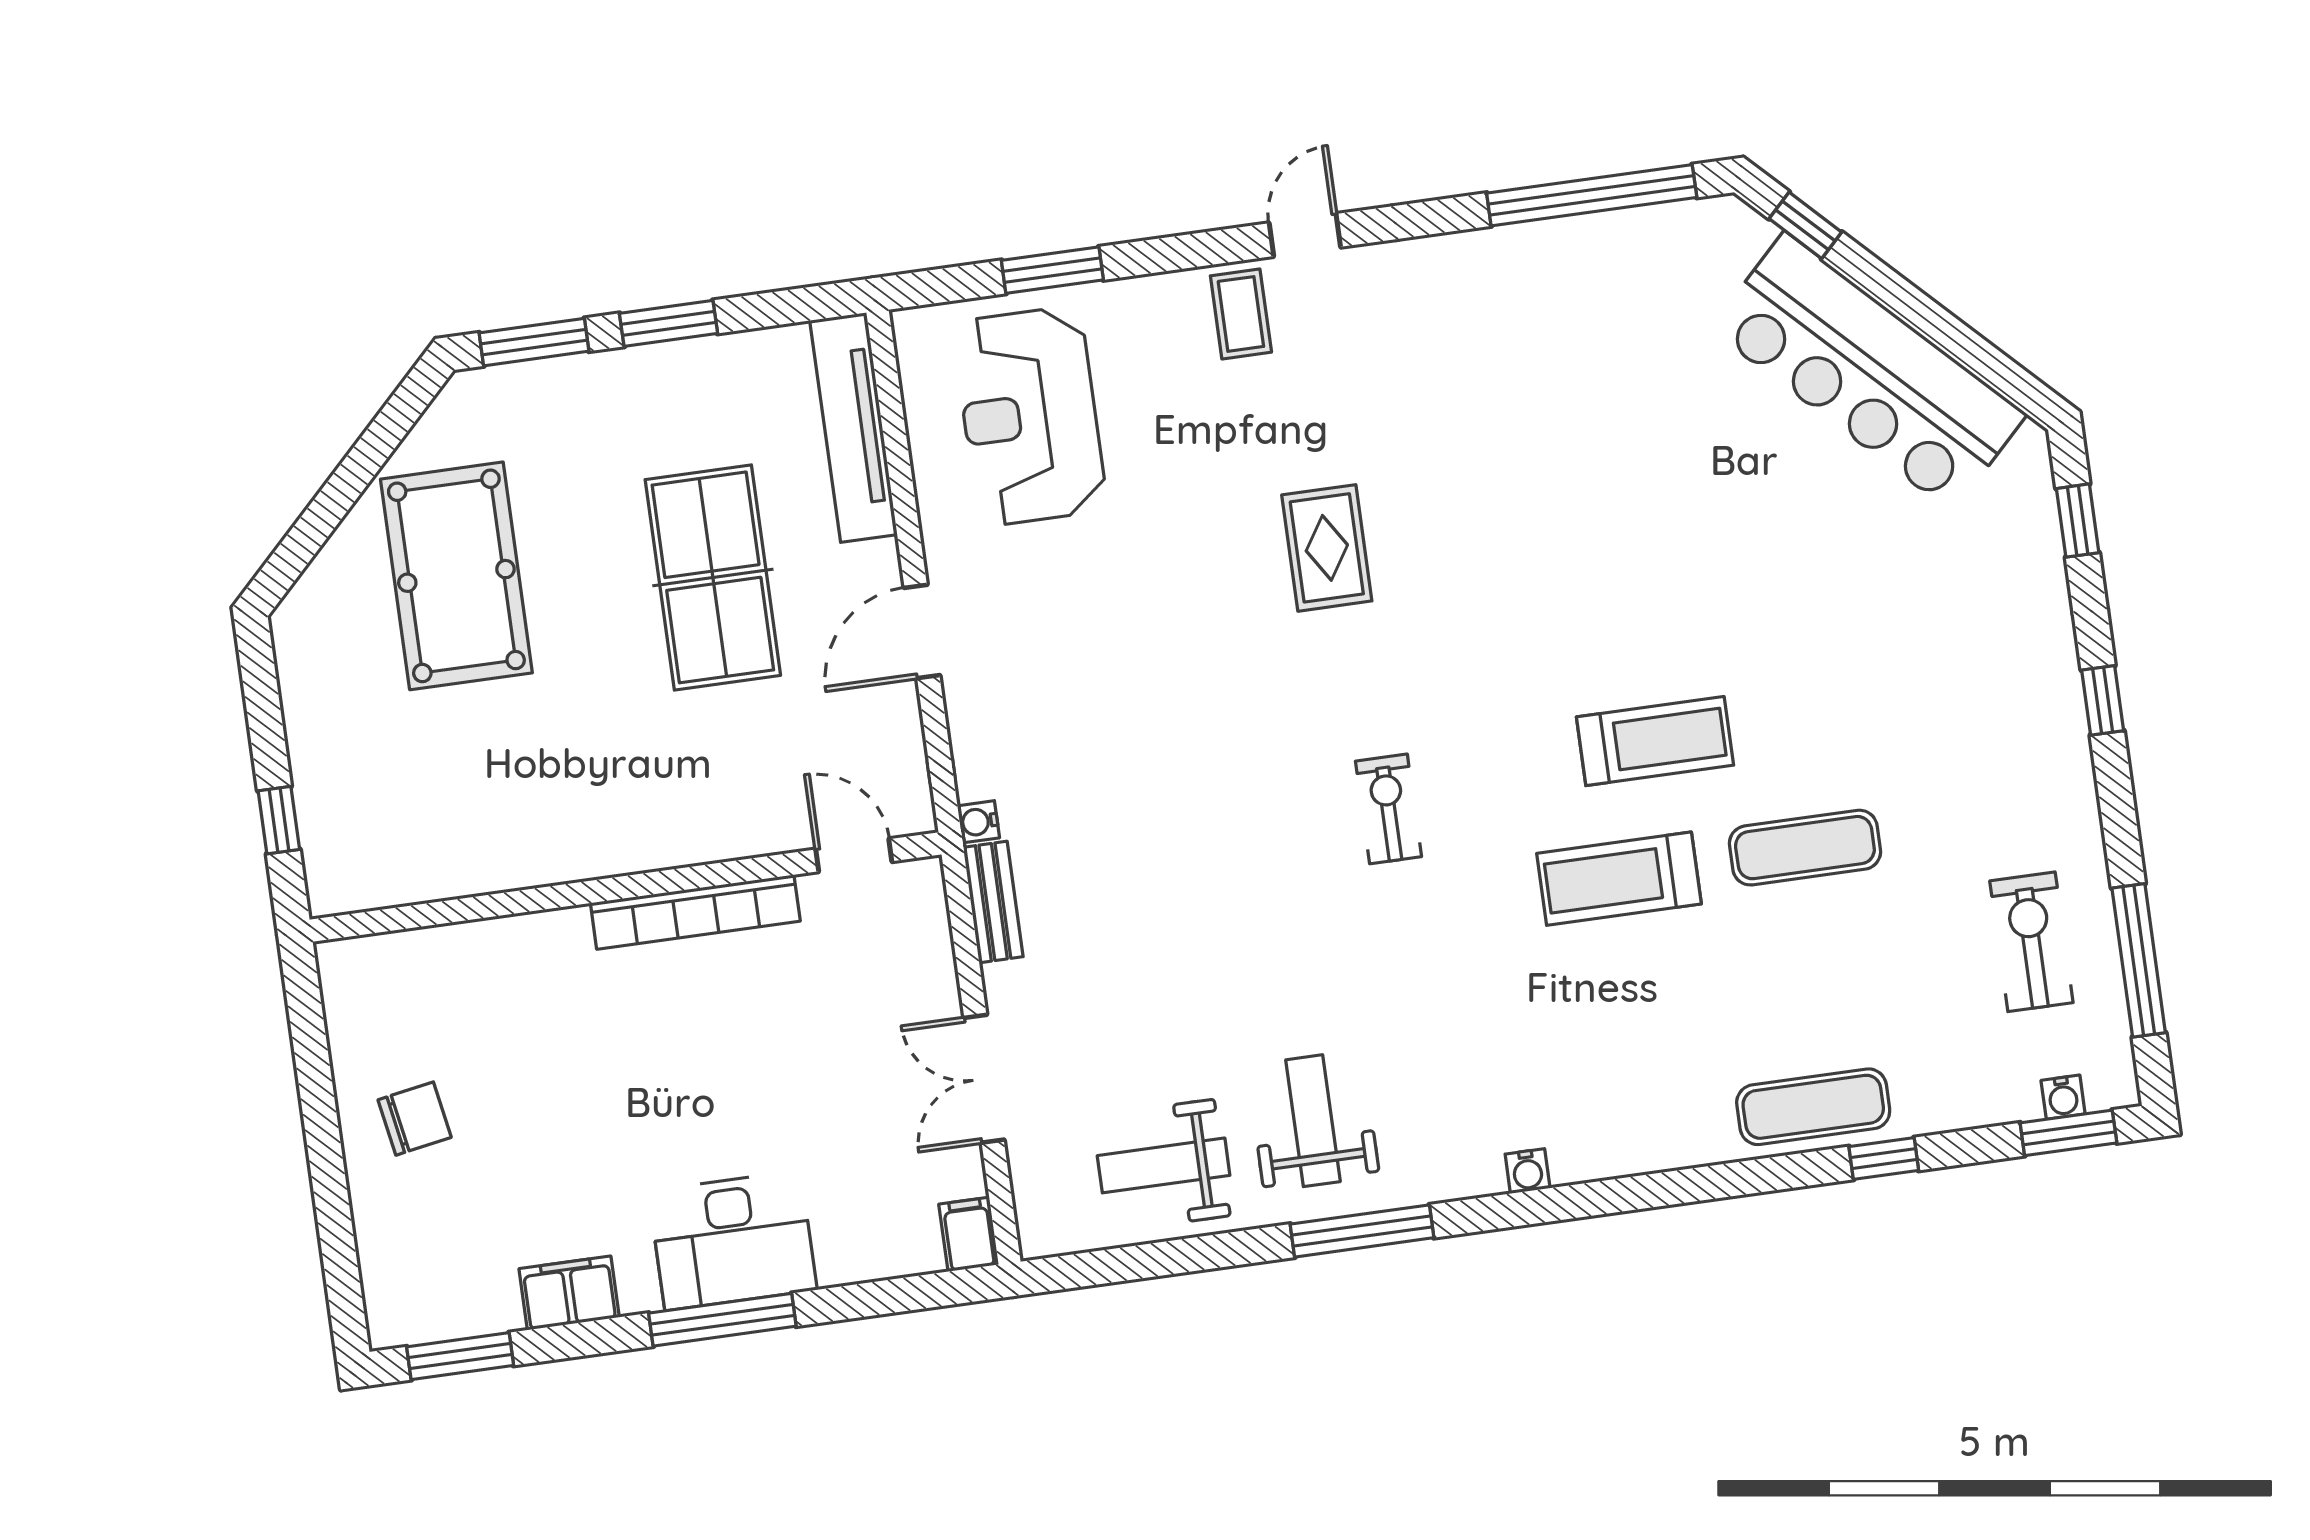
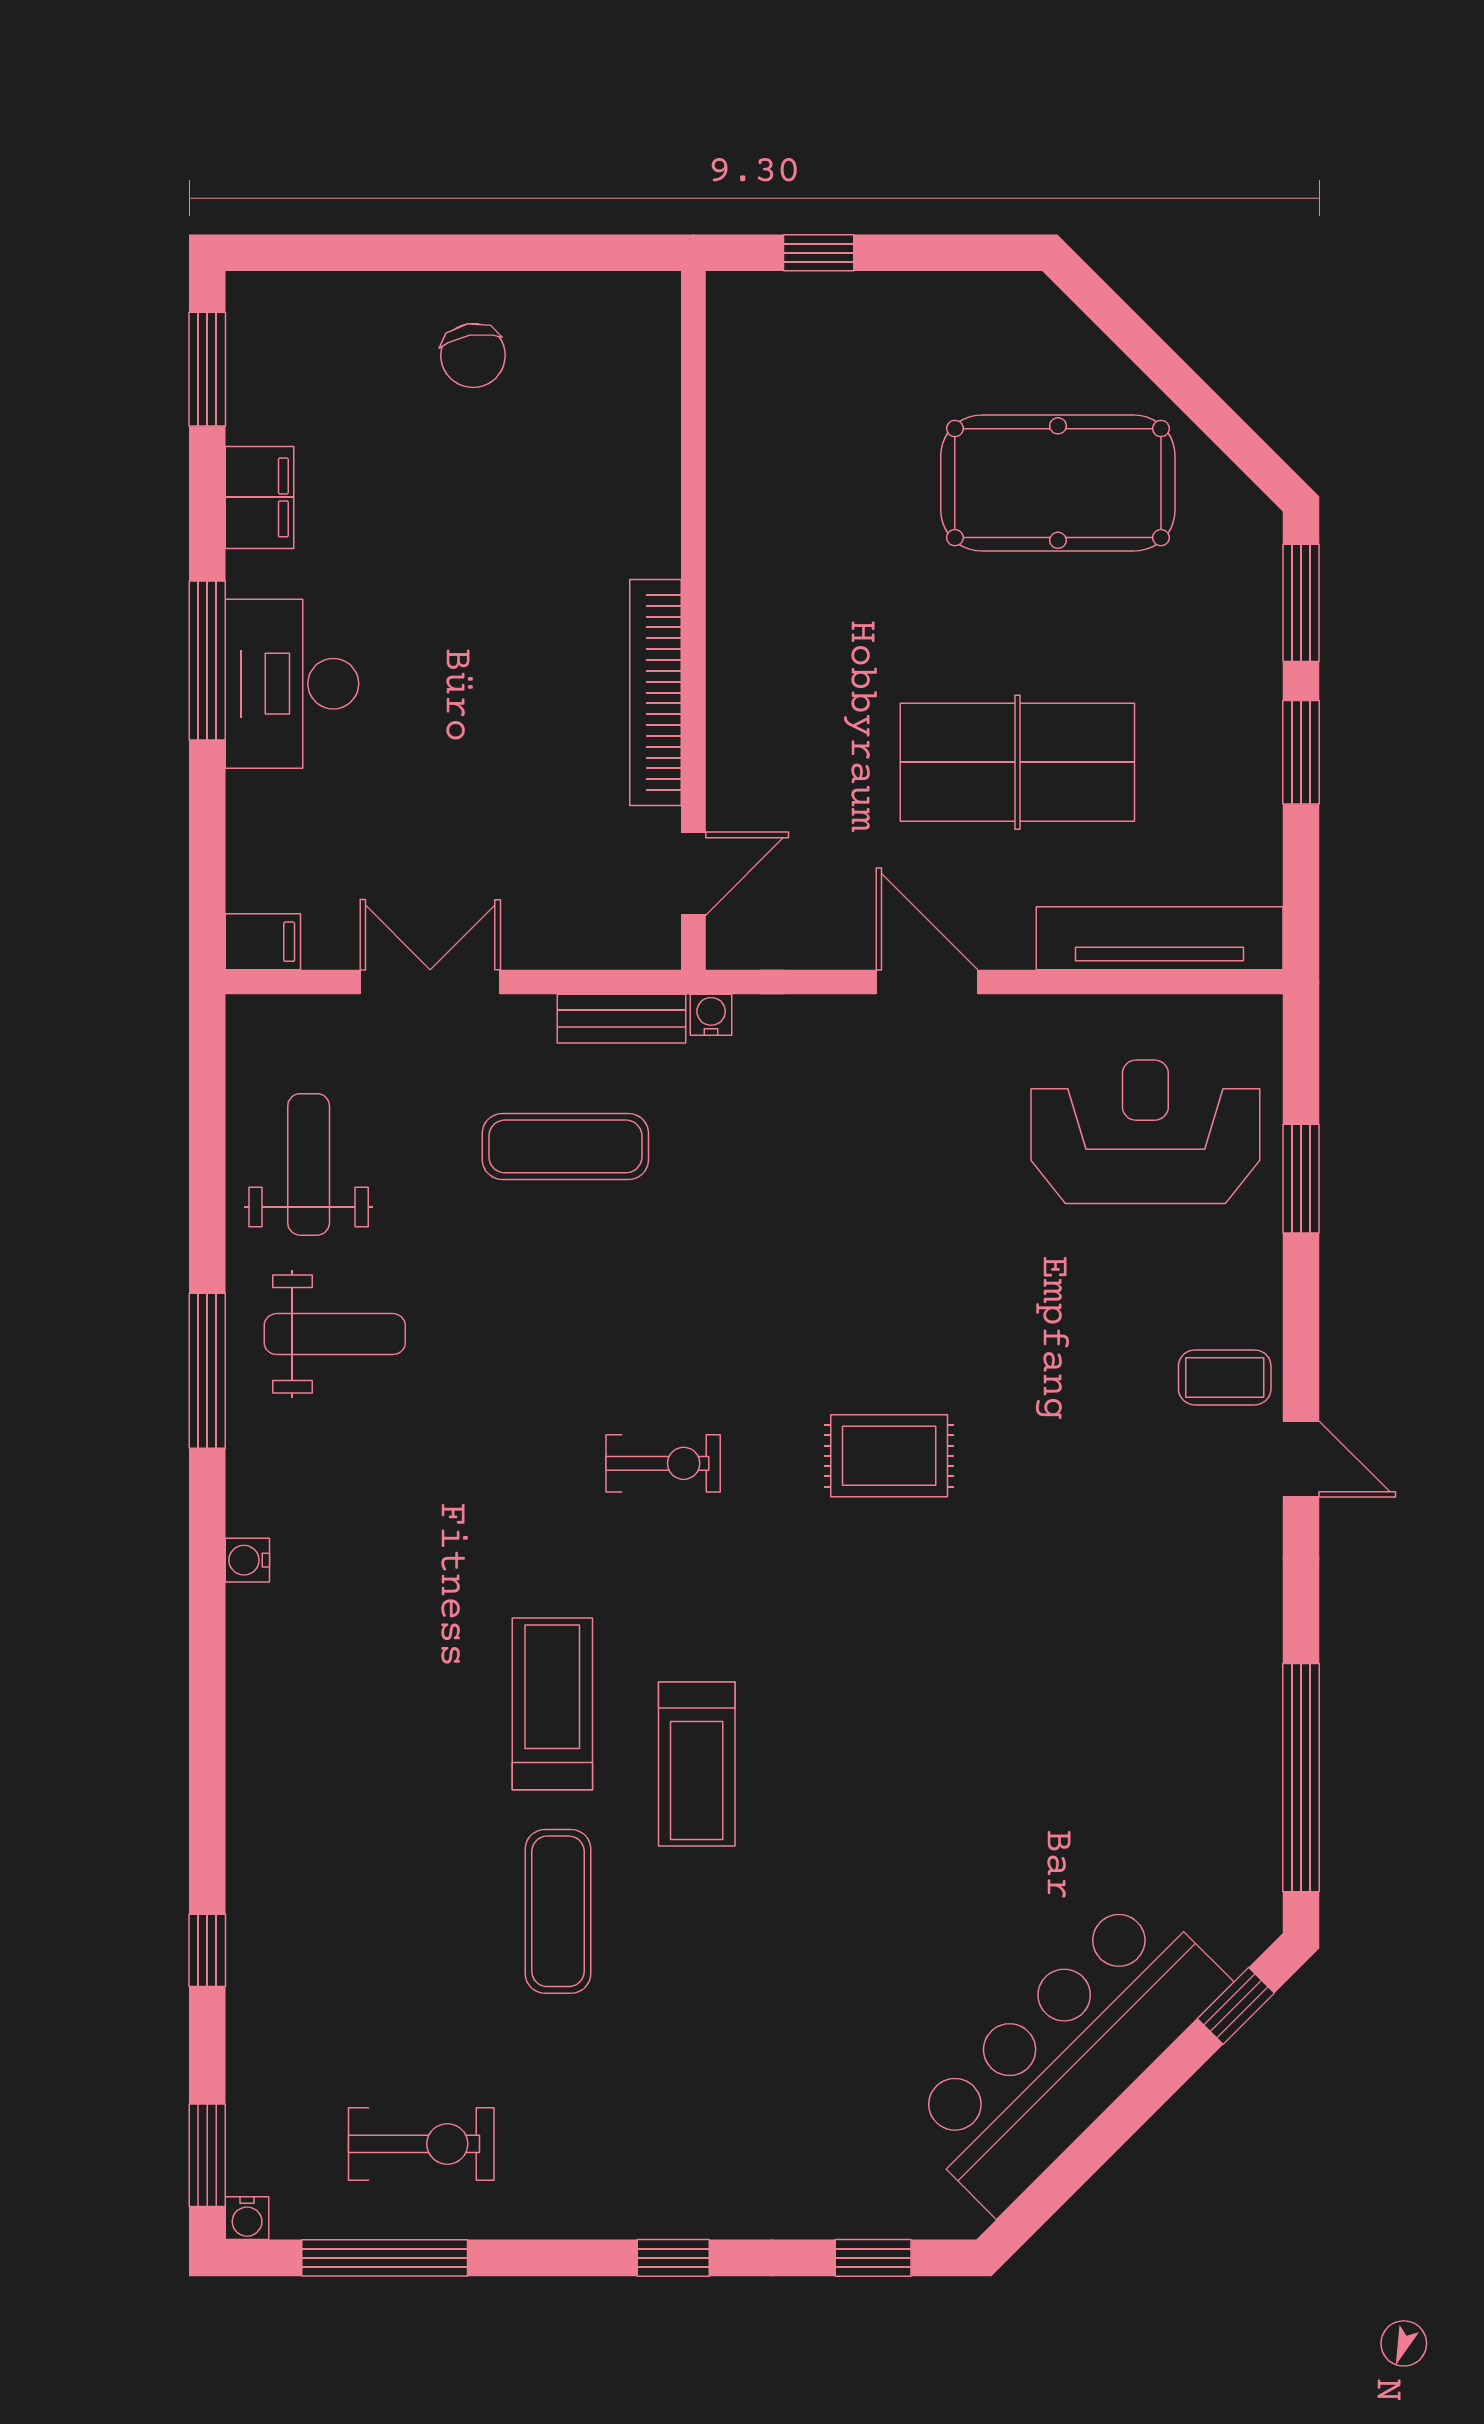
rug: (1327, 548) -> (889, 1456), moved
water cooler: (2063, 1097) -> (247, 2218), moved, turned -90
exercise mat: (1813, 1107) -> (565, 1146), moved, turned 90

